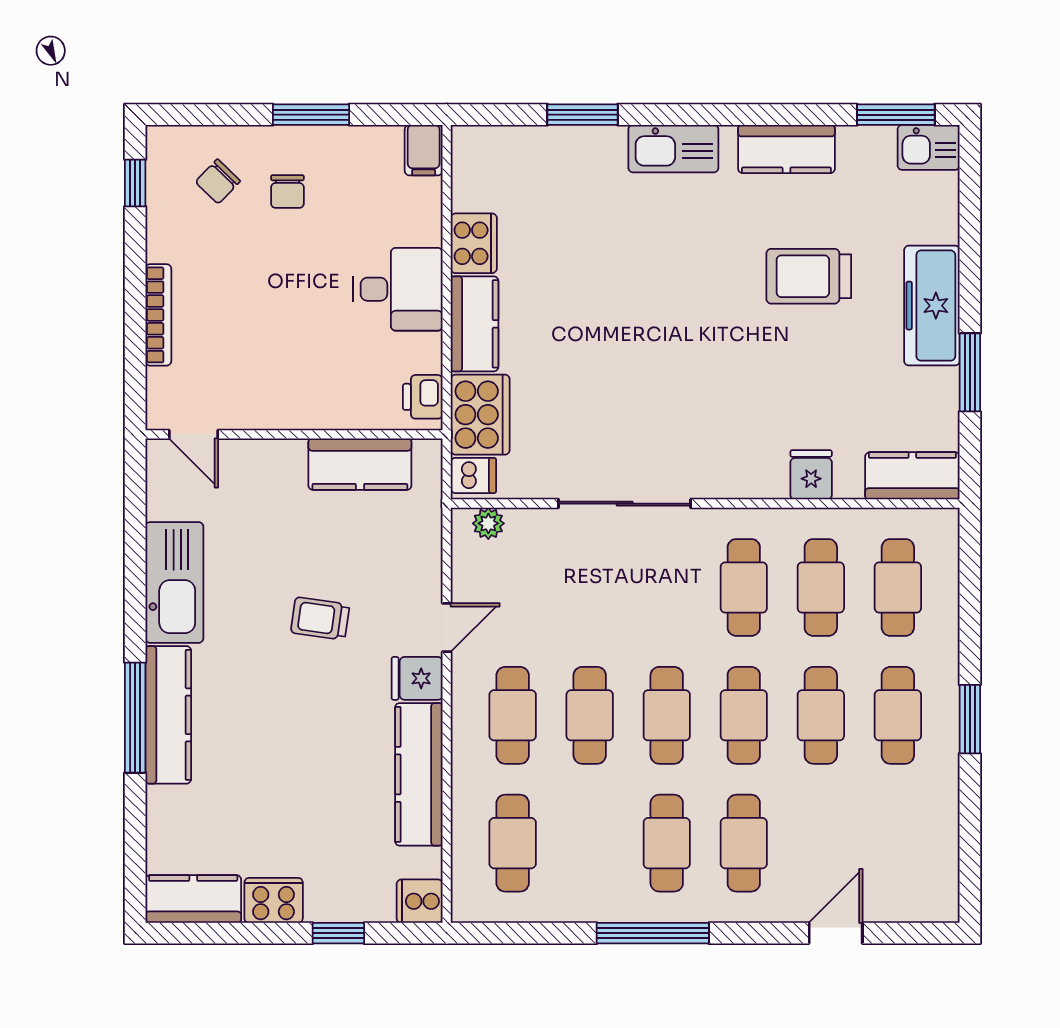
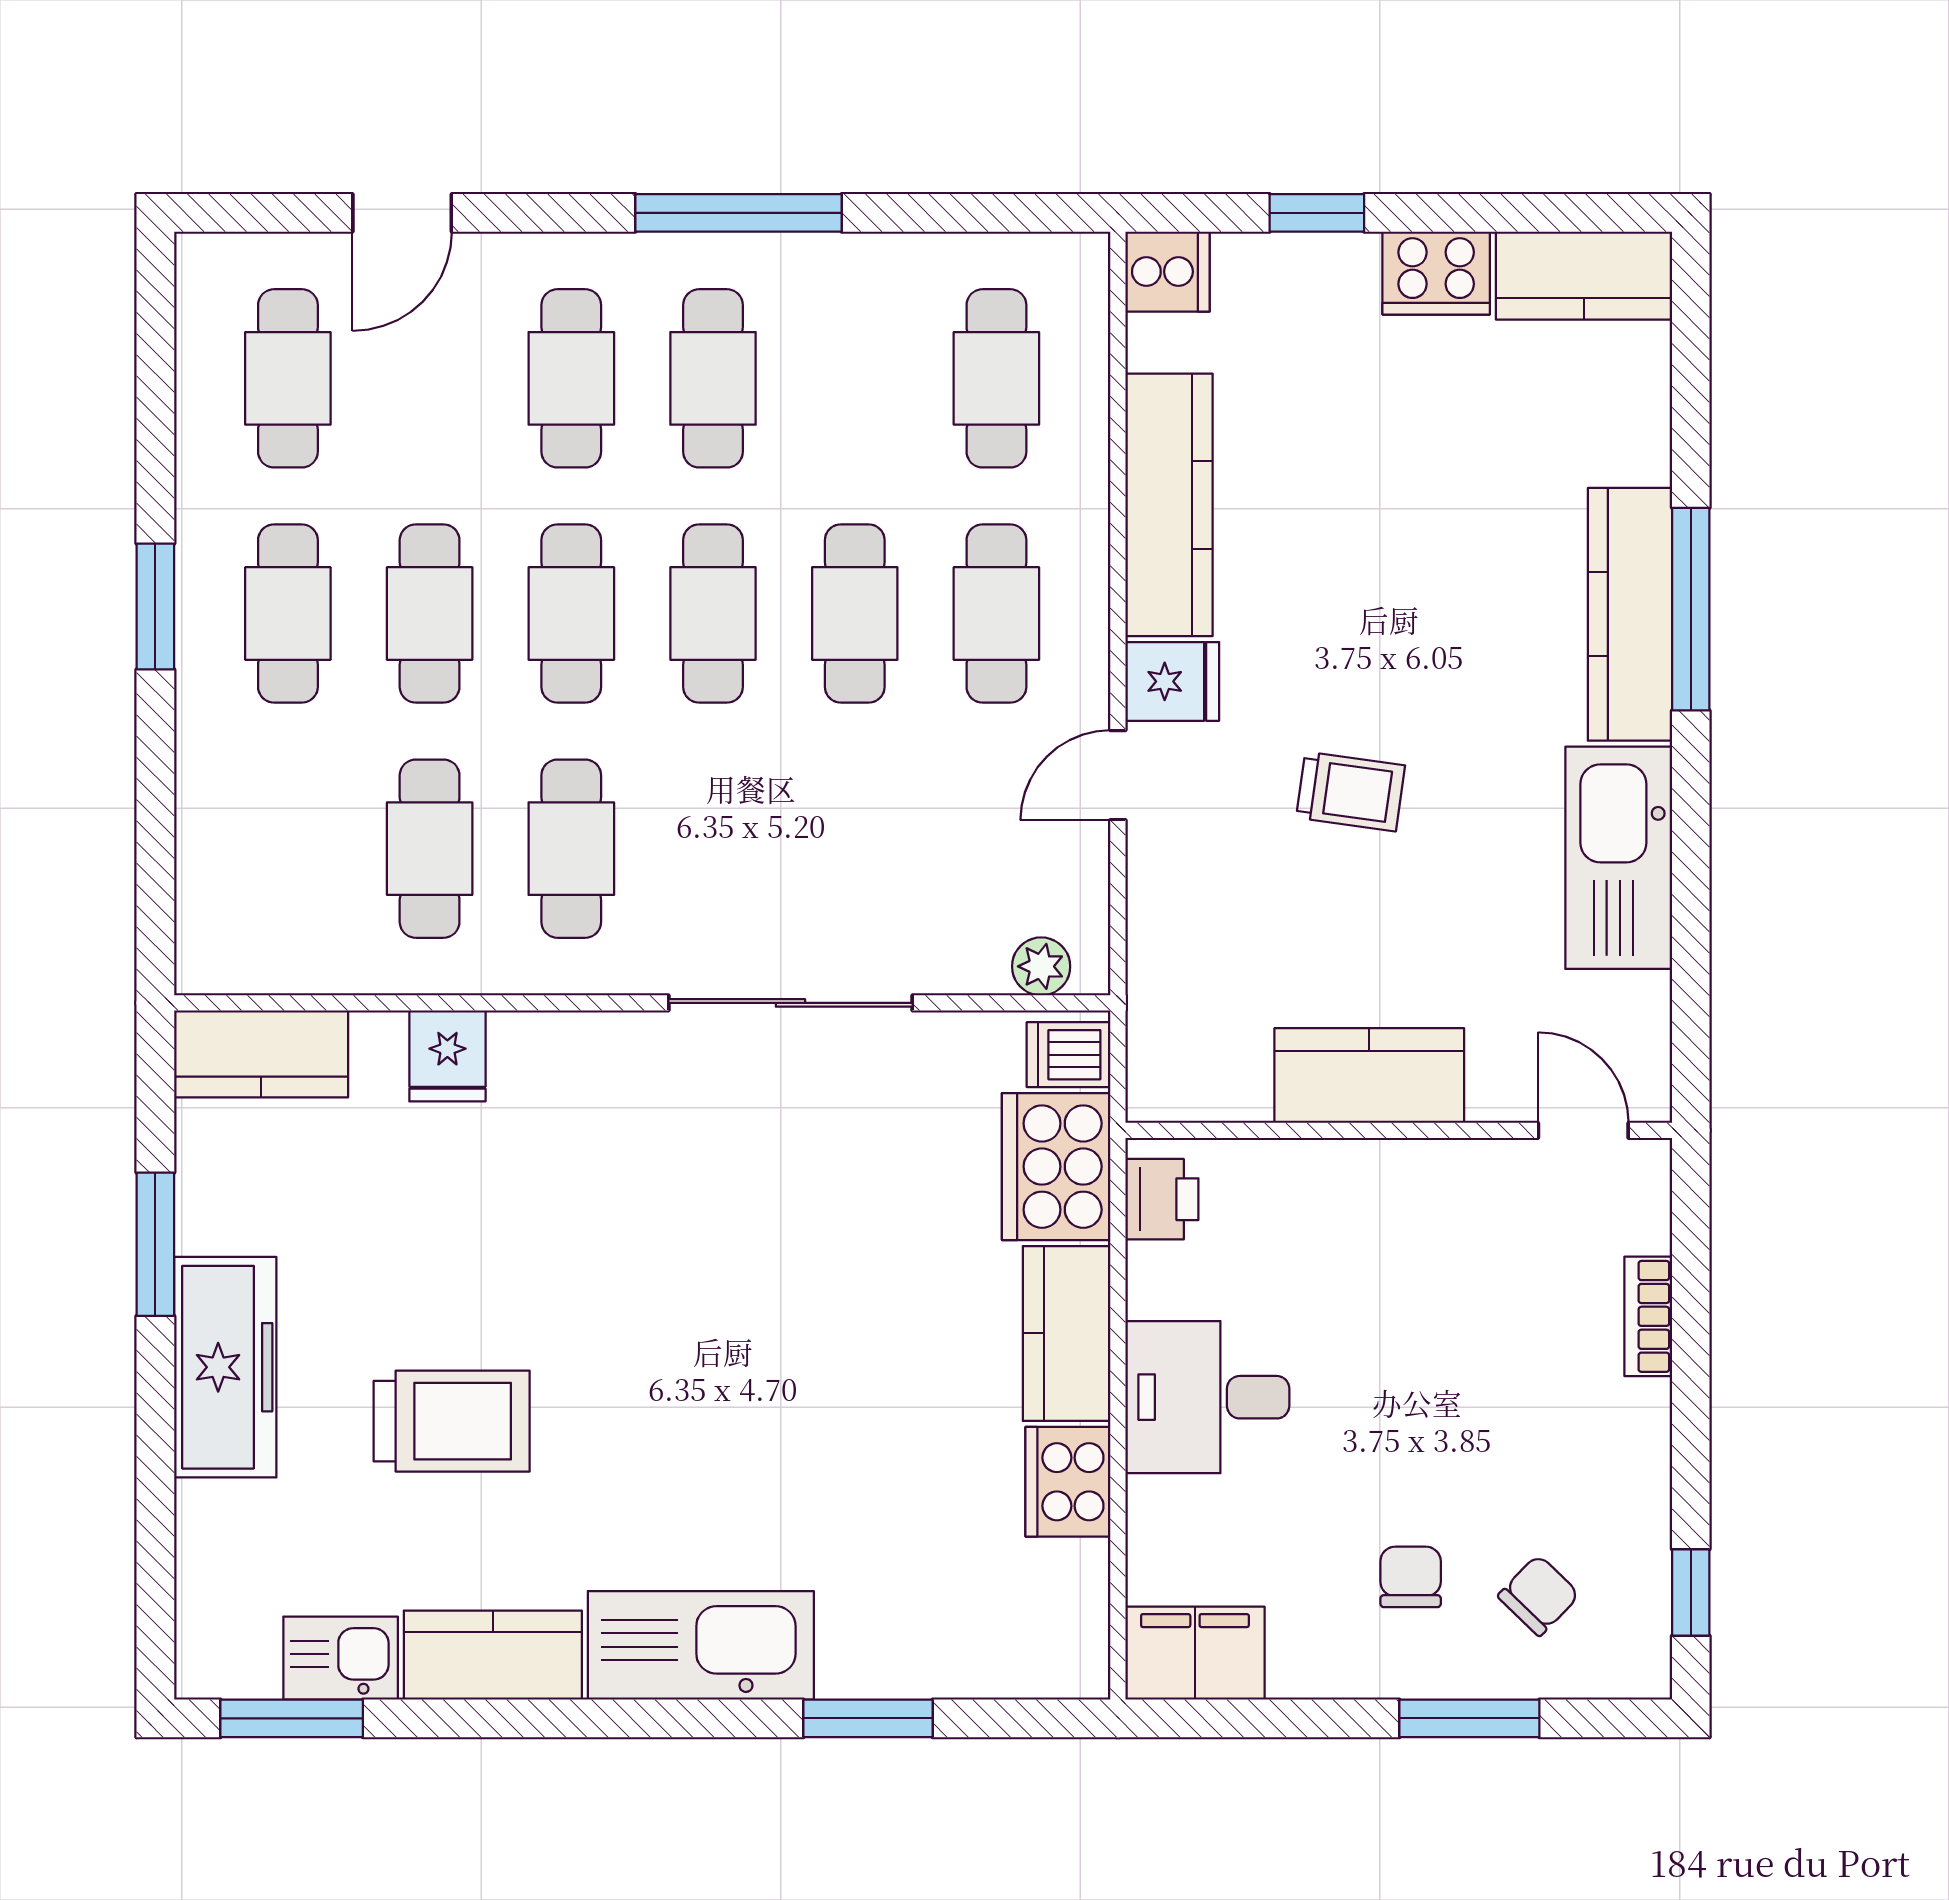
window: (311, 115) -> (1469, 1718), moved
kitchen sink: (929, 147) -> (341, 1658), moved
kitchen sink: (673, 149) -> (701, 1645), width x1.36, depth x1.24
filing cabinet: (424, 150) -> (1195, 1653), width x2.00
bookcase: (158, 315) -> (1648, 1316), width x0.64
kitchen counter: (360, 464) -> (1369, 1075), moved
cafe table: (898, 587) -> (288, 378), moved

